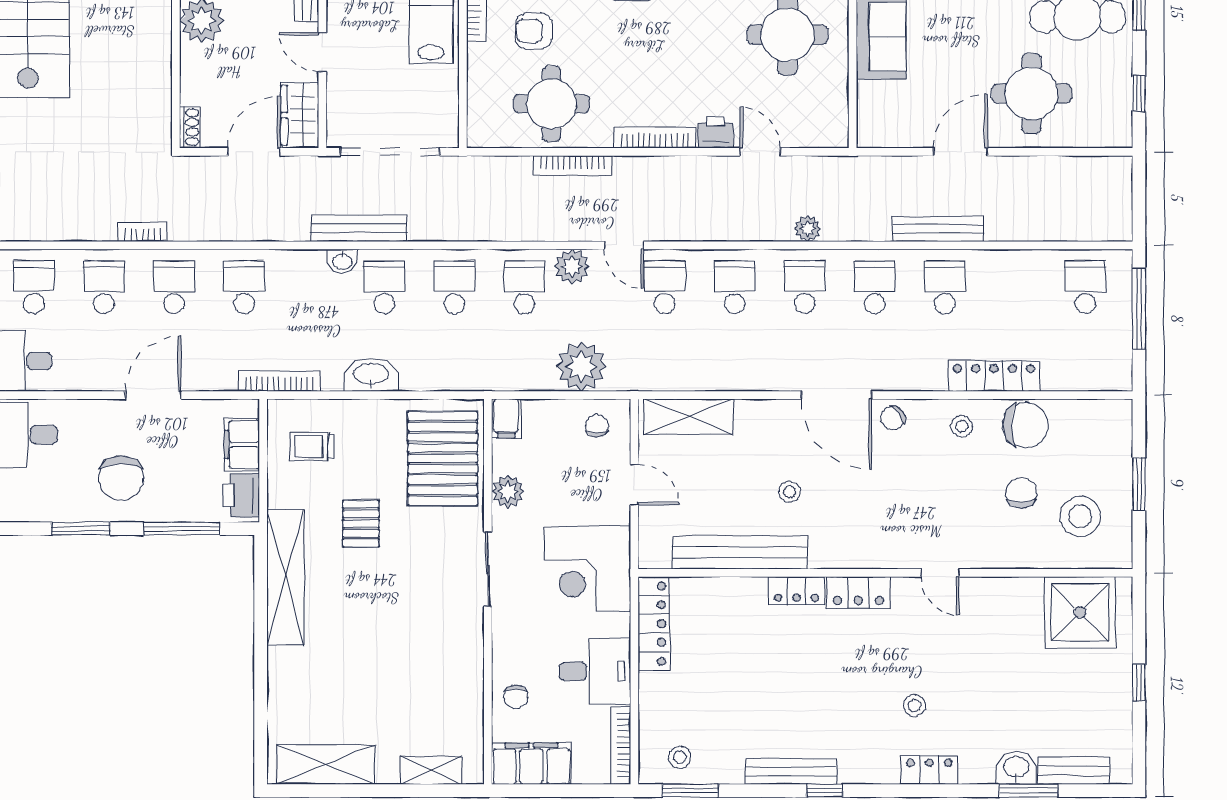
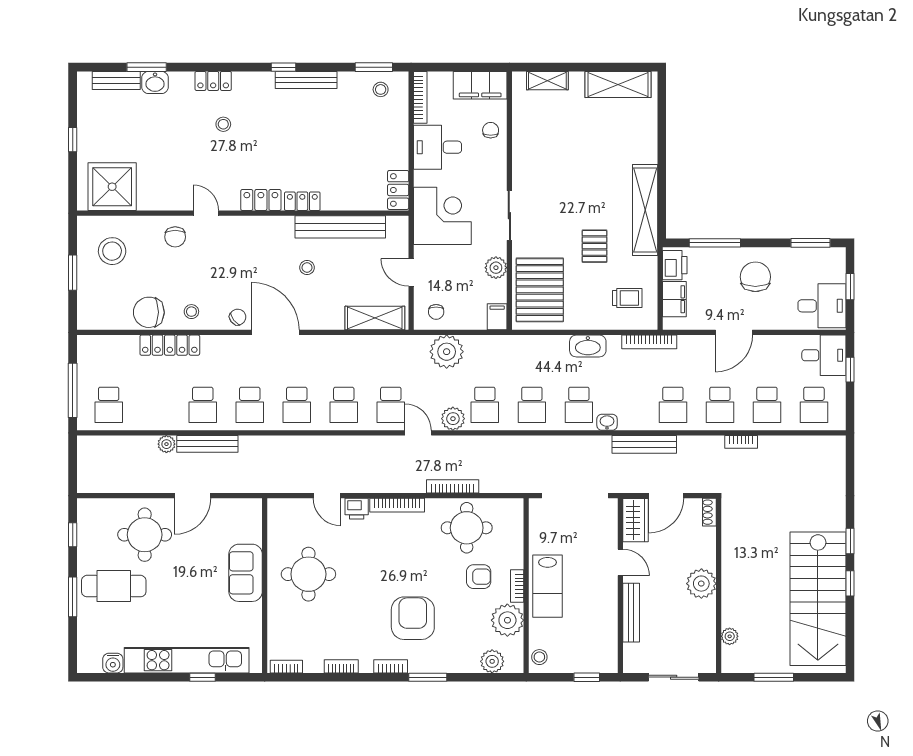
bench: (359, 228) -> (644, 444), moved
plant: (808, 229) -> (166, 444), moved
chair: (1021, 493) -> (175, 237), moved
window: (81, 529) -> (811, 243), moved
locker: (654, 624) -> (398, 190), width x0.66

